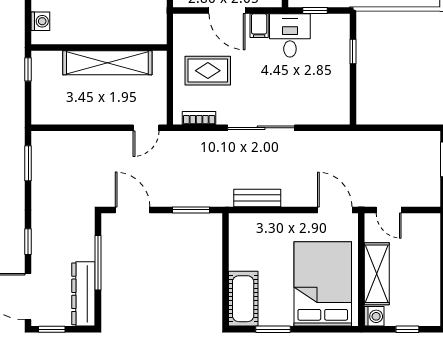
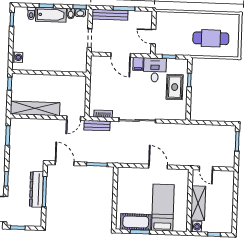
shelving: (107, 63) -> (35, 108), moved
rug: (208, 71) -> (175, 87), moved, turned 90
bench: (257, 198) -> (97, 126), moved
door: (335, 210) -> (158, 167), moved
bed: (323, 284) -> (163, 208), width x0.67
dresser: (83, 294) -> (36, 189), moved
cot: (243, 299) -> (136, 222), moved, turned 90

